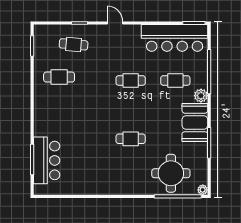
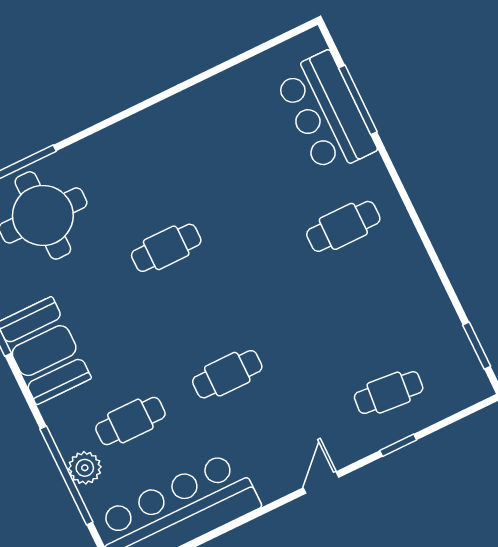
door: (115, 23) -> (321, 482), swing flipped
cafe table: (59, 77) -> (343, 226), moved
plant: (201, 96) -> (85, 468), moved

